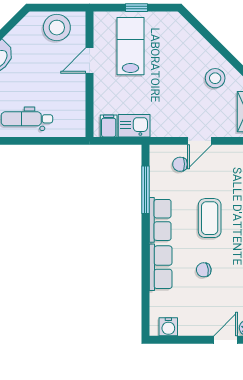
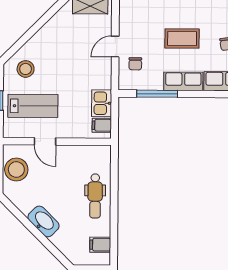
lab bench: (131, 46) -> (33, 106), turned 180
stool: (215, 78) -> (26, 69), moved
door: (200, 141) -> (115, 47), swing flipped

